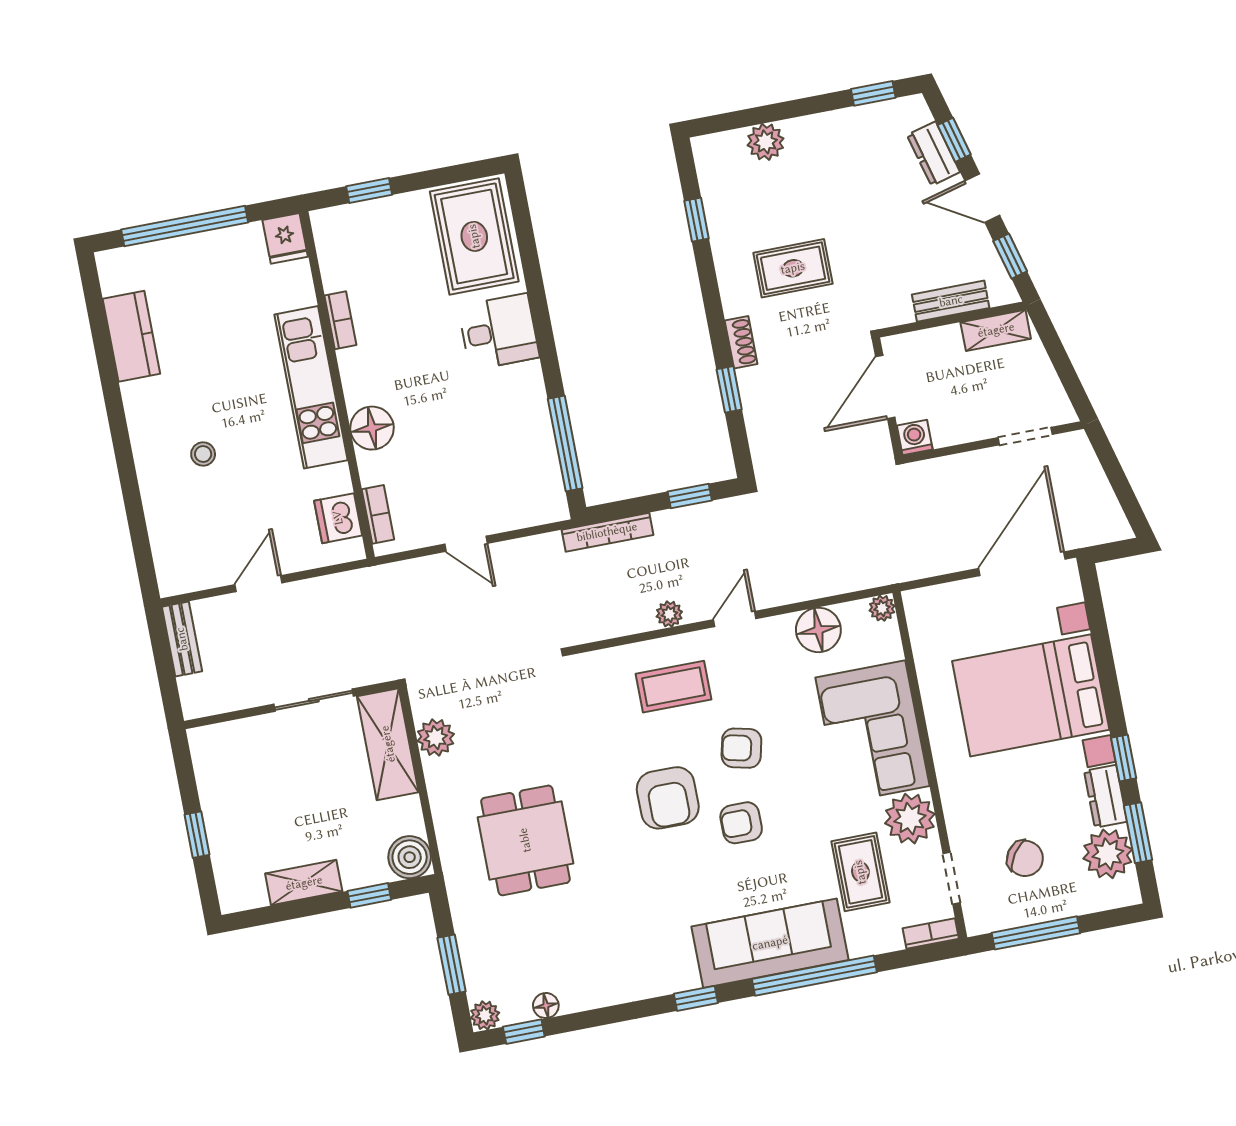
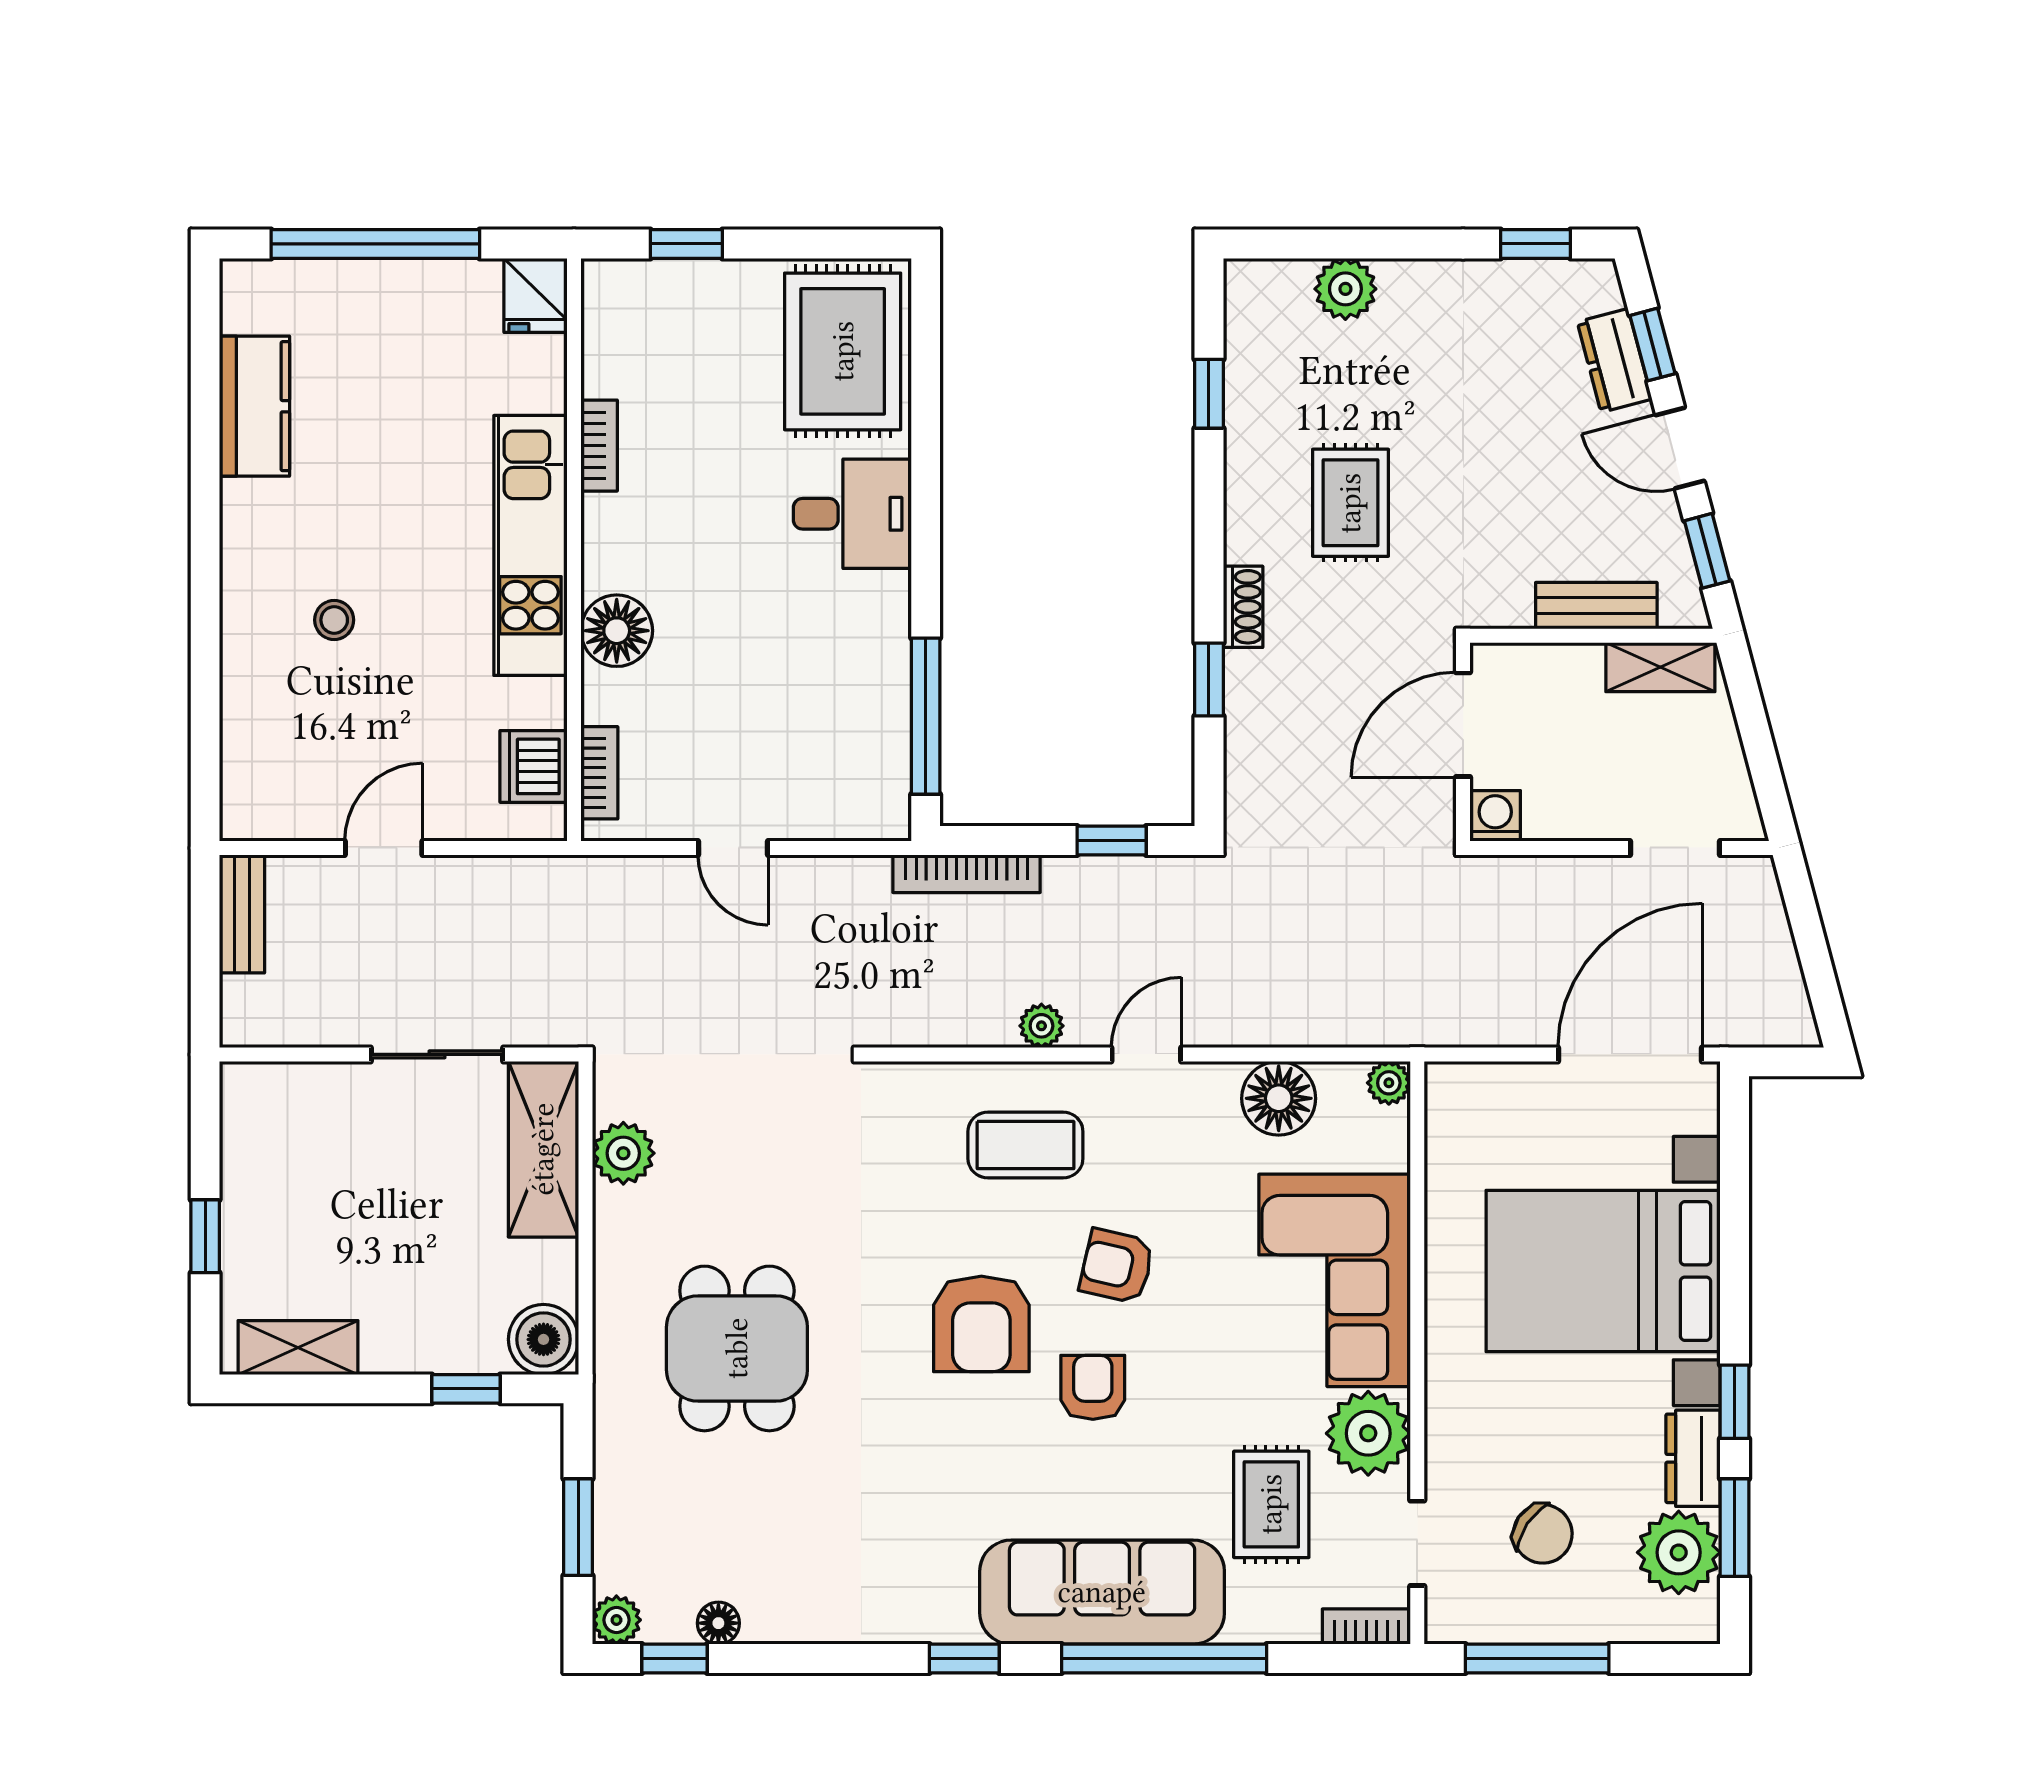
rug: (793, 268) -> (1350, 503), turned 90
armchair: (741, 823) -> (1093, 1387), turned 90
shelving: (304, 883) -> (298, 1348), moved

